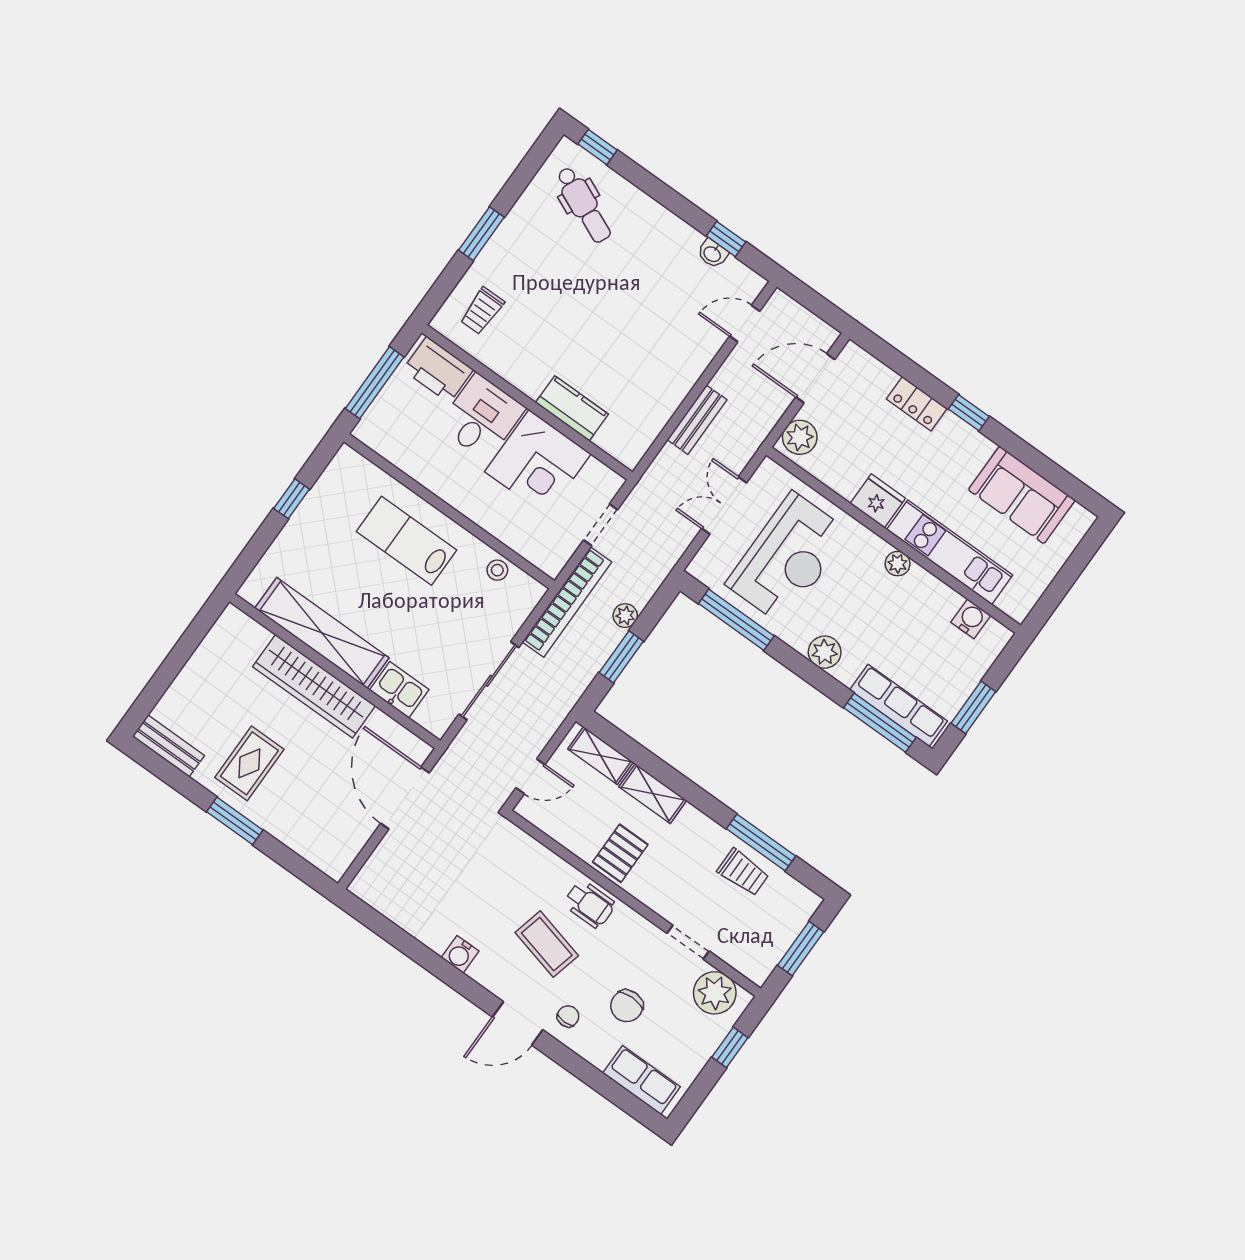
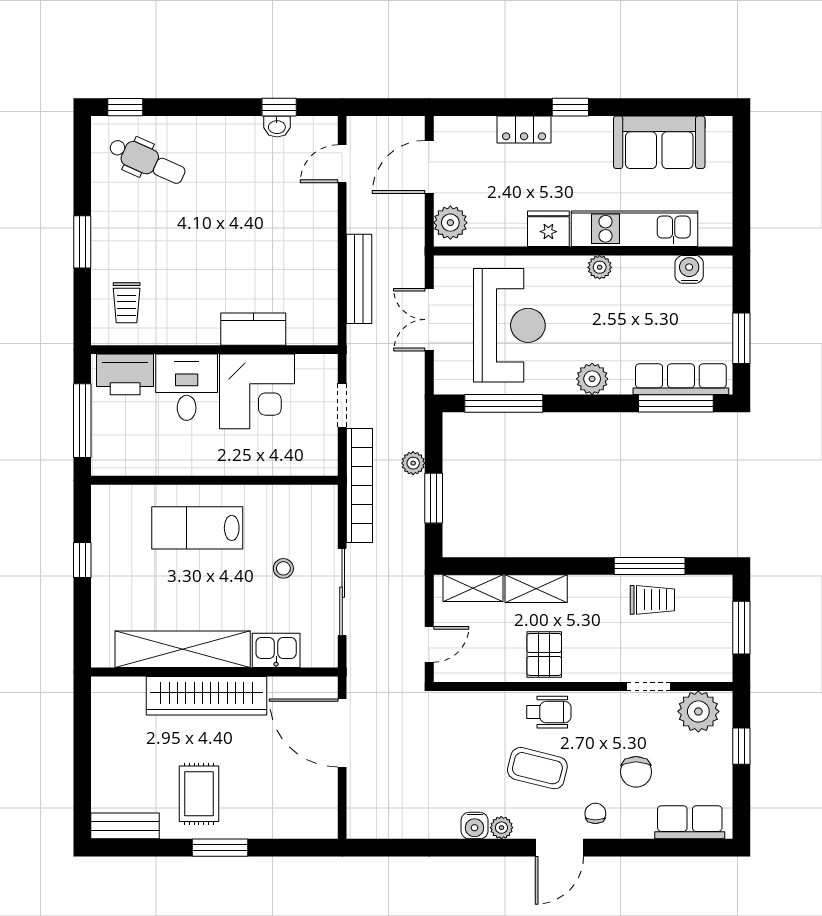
bench: (697, 420) -> (359, 279), width x1.36
stool: (497, 570) -> (283, 568), moved
plant: (481, 972) -> (501, 828), added

